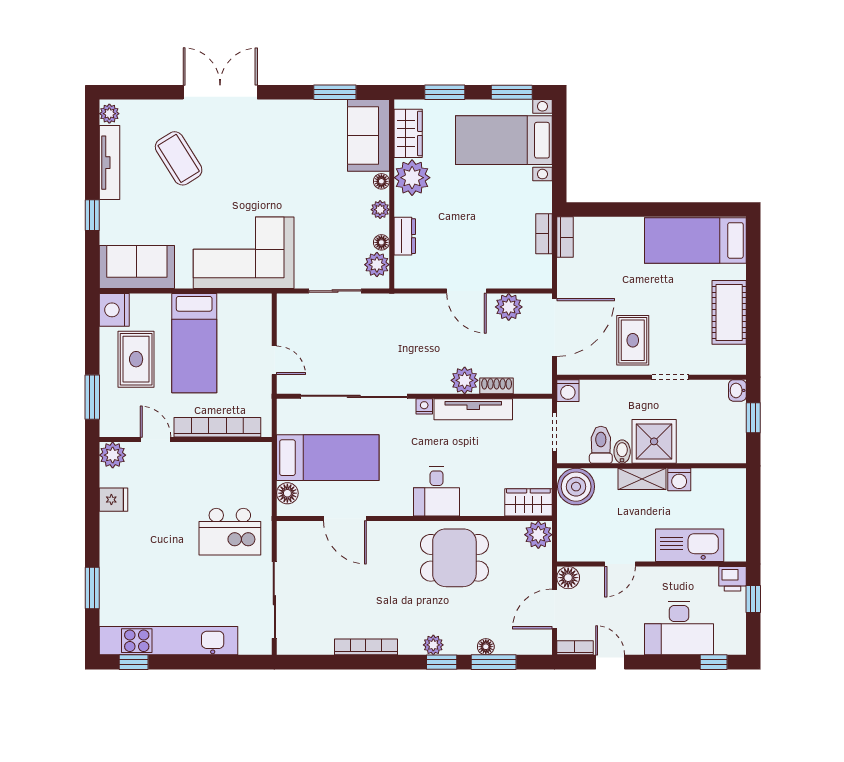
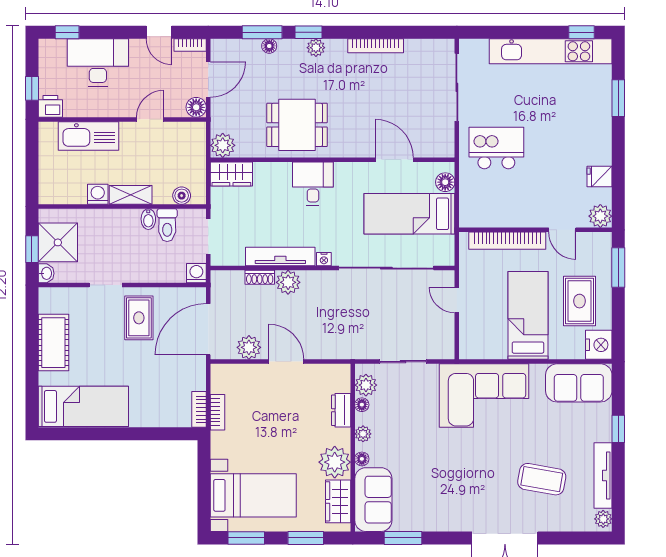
coffee table: (179, 158) -> (542, 479), turned -48
shower: (654, 441) -> (58, 242), moved
boiler: (576, 487) -> (182, 196), width x0.54, depth x0.54

